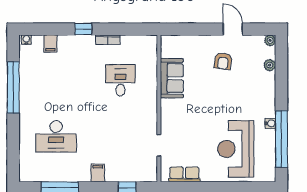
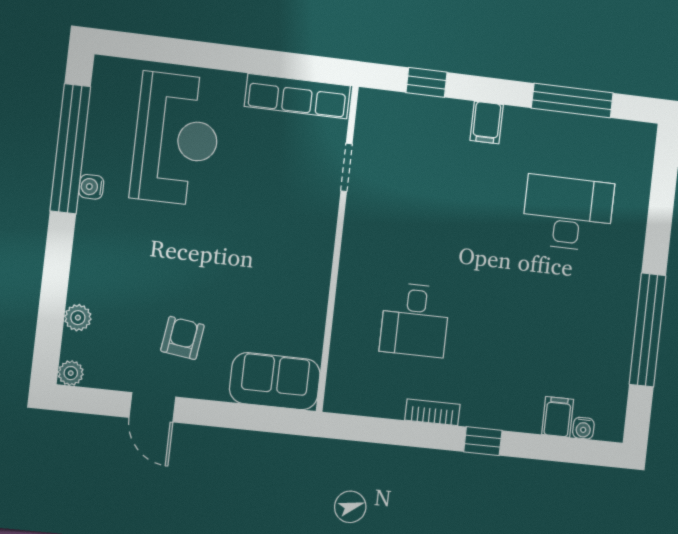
water cooler: (26, 40) -> (583, 428), moved
sofa: (172, 78) -> (275, 381), moved, turned 90
row of seats: (184, 174) -> (297, 96), width x1.48

